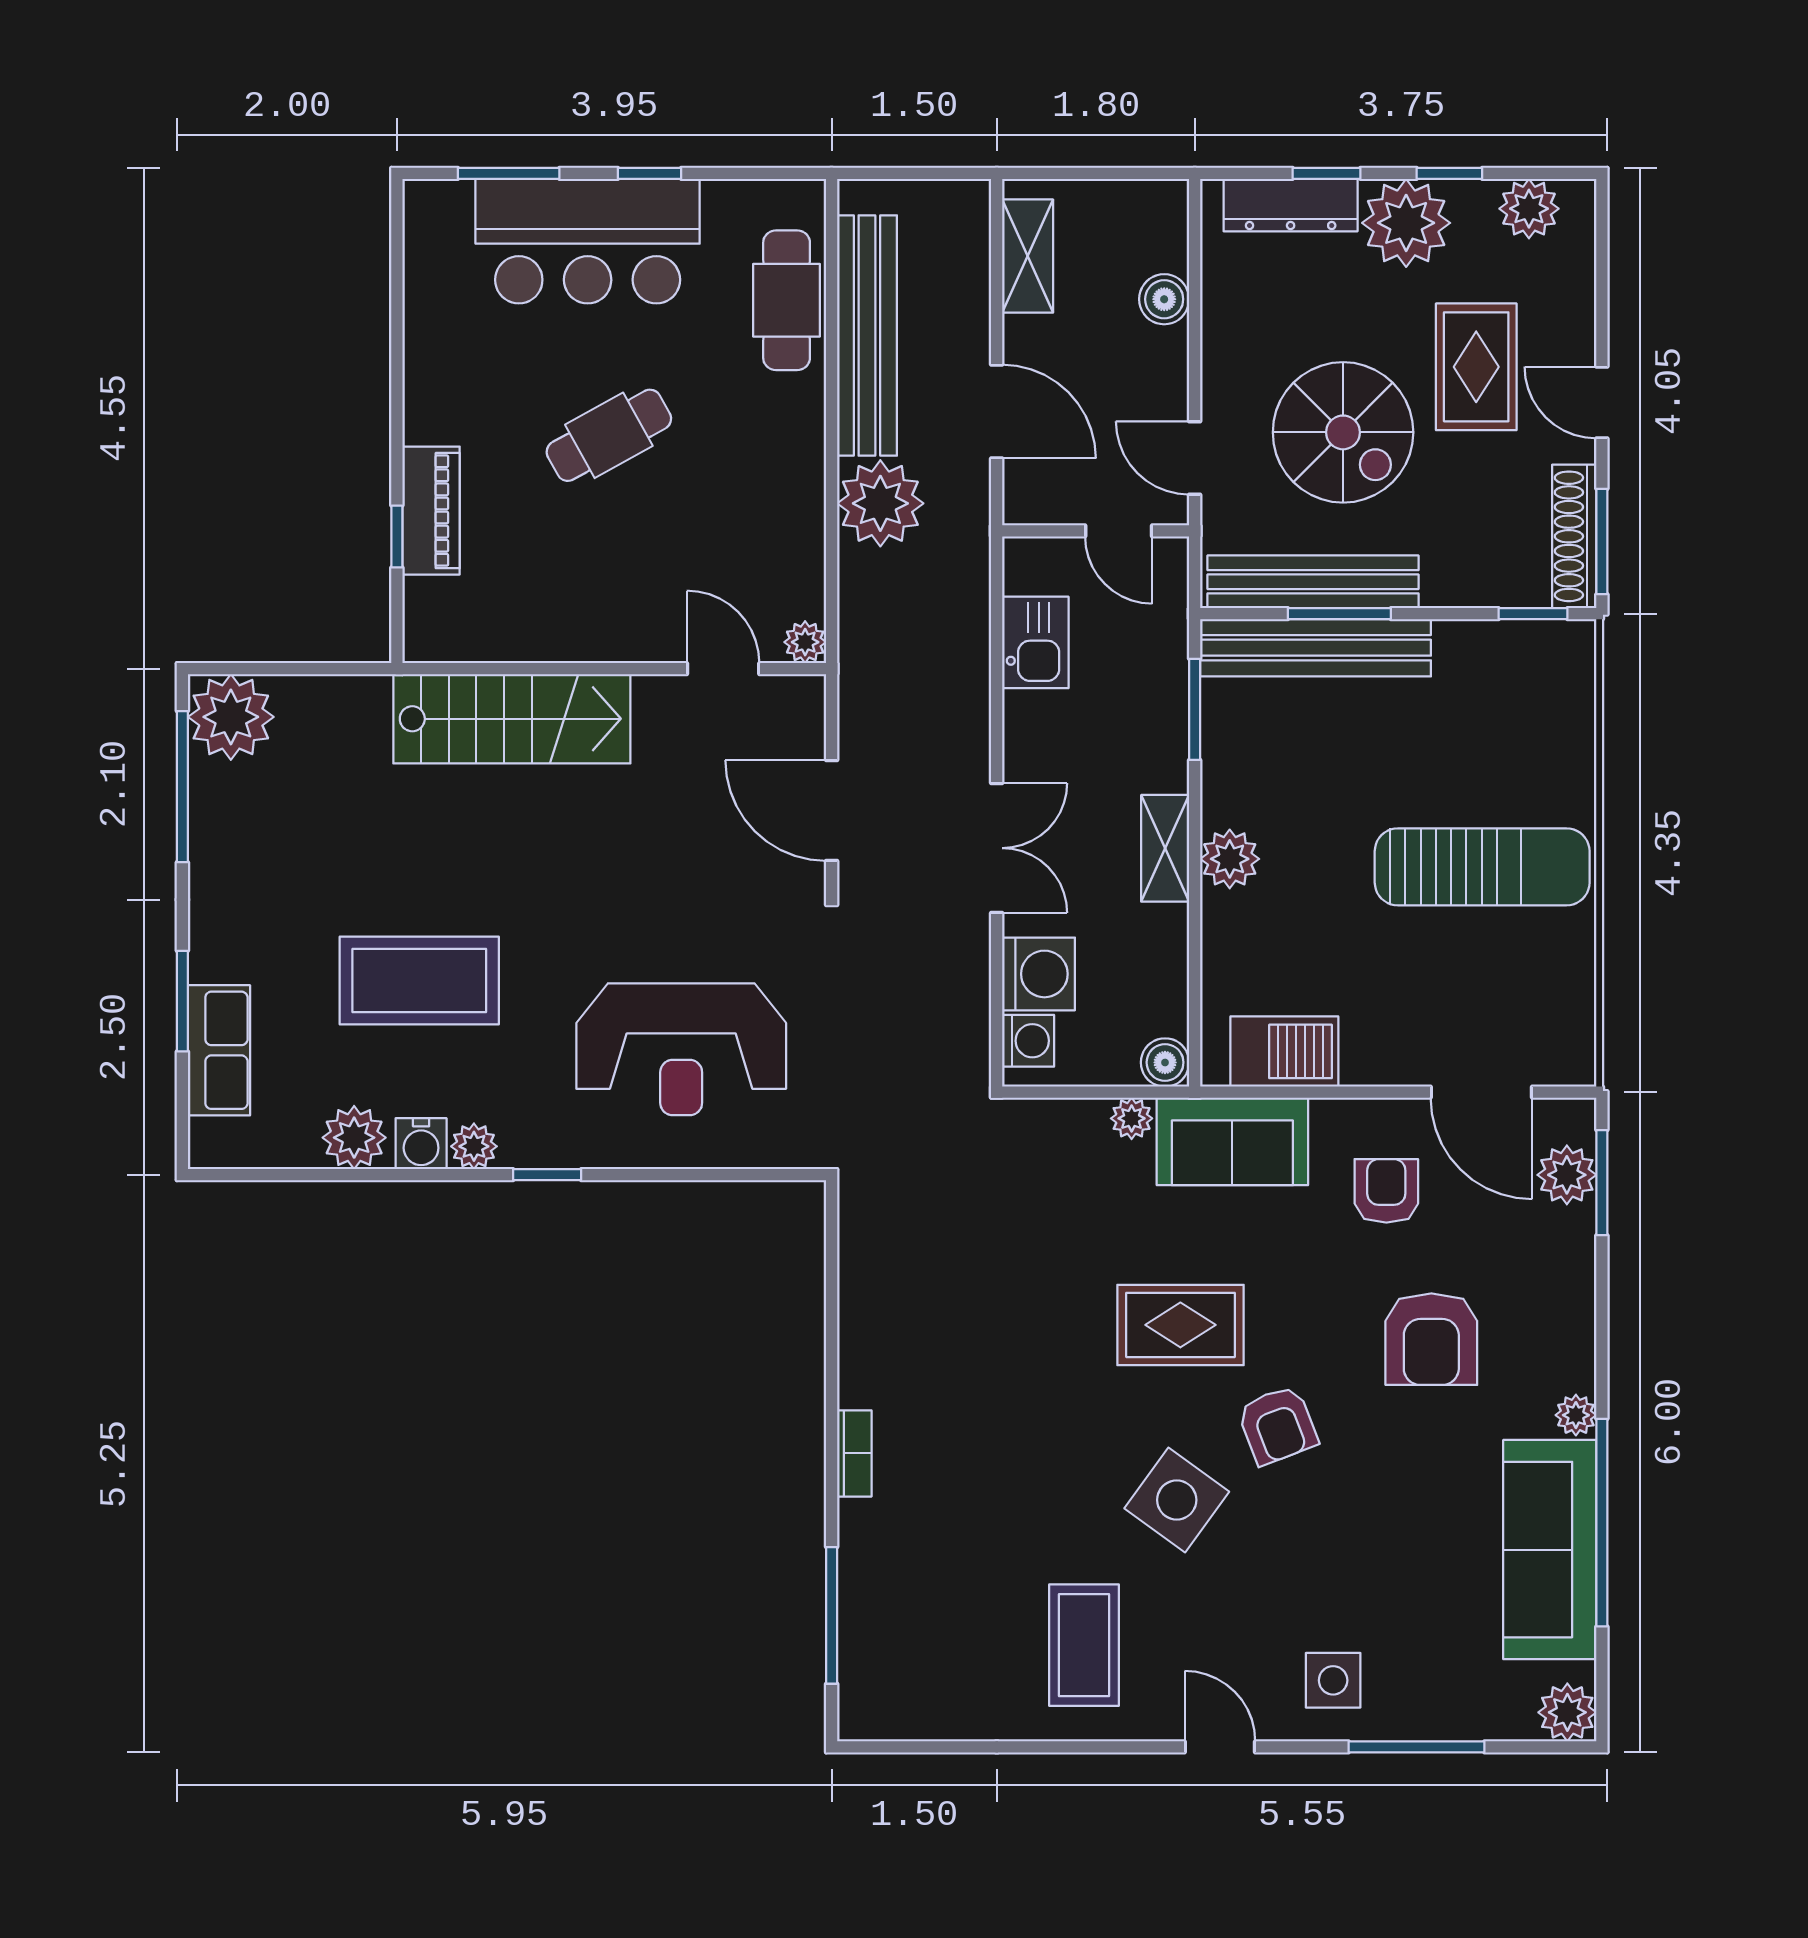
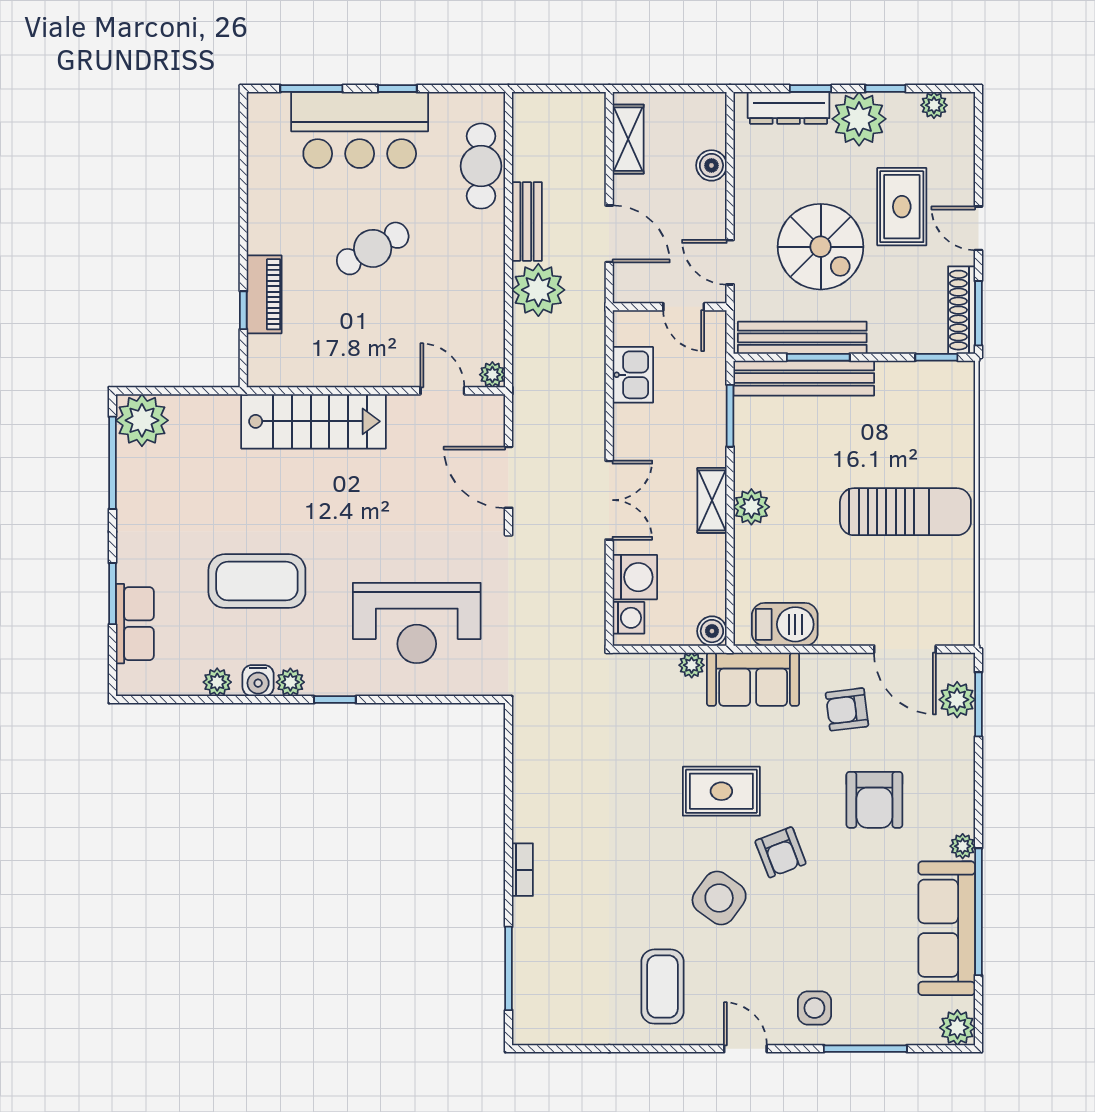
plant: (1529, 209) -> (934, 105), width x0.73, depth x0.73
bench: (867, 335) -> (527, 222), width x0.54, depth x0.82
plant: (354, 1138) -> (217, 682), width x0.73, depth x0.73
armchair: (1386, 1191) -> (847, 709), turned -97

